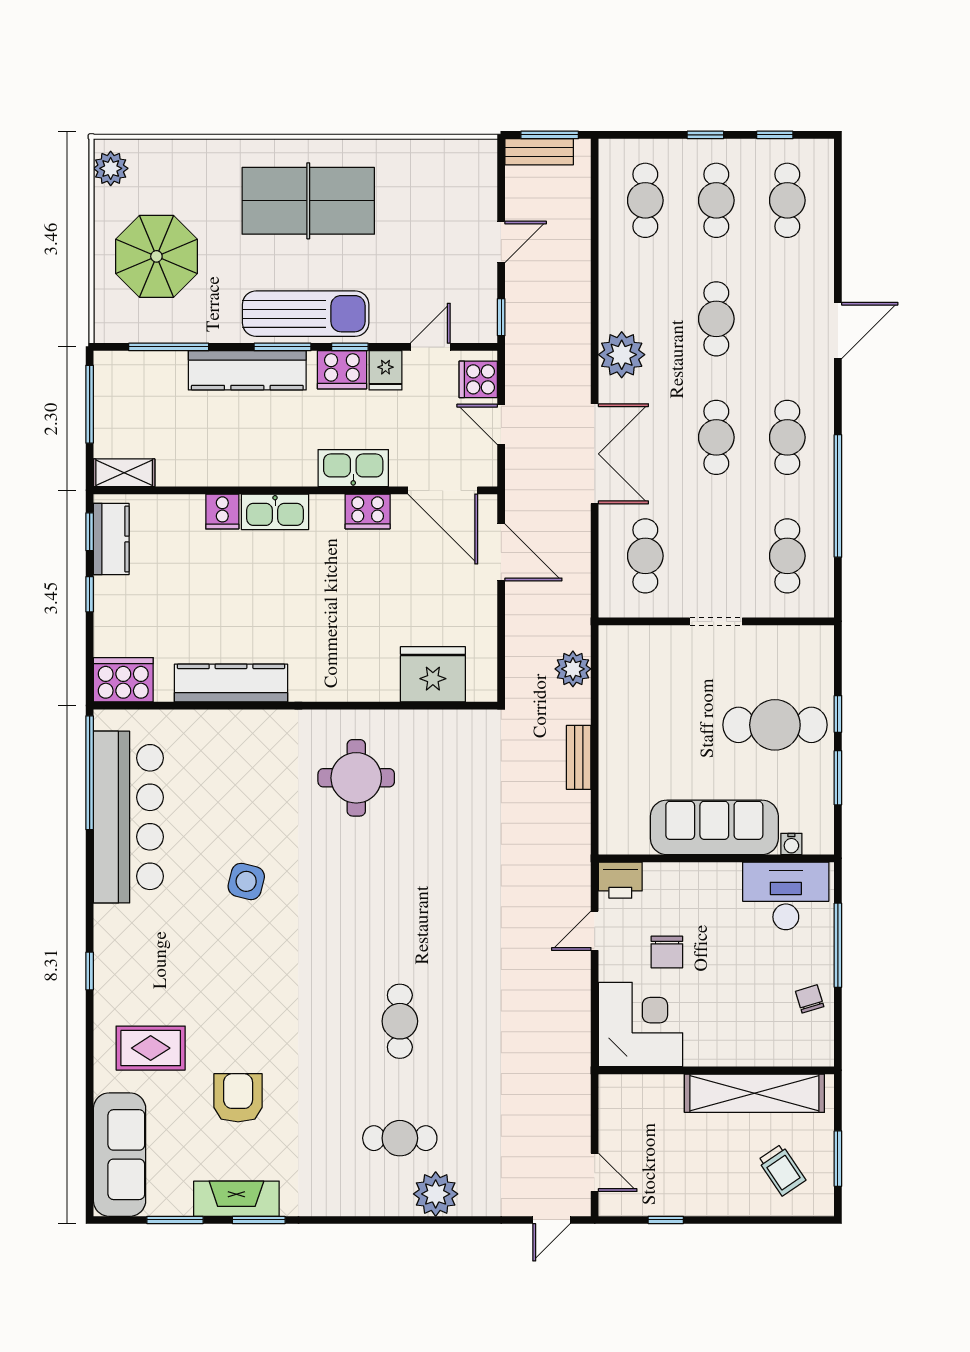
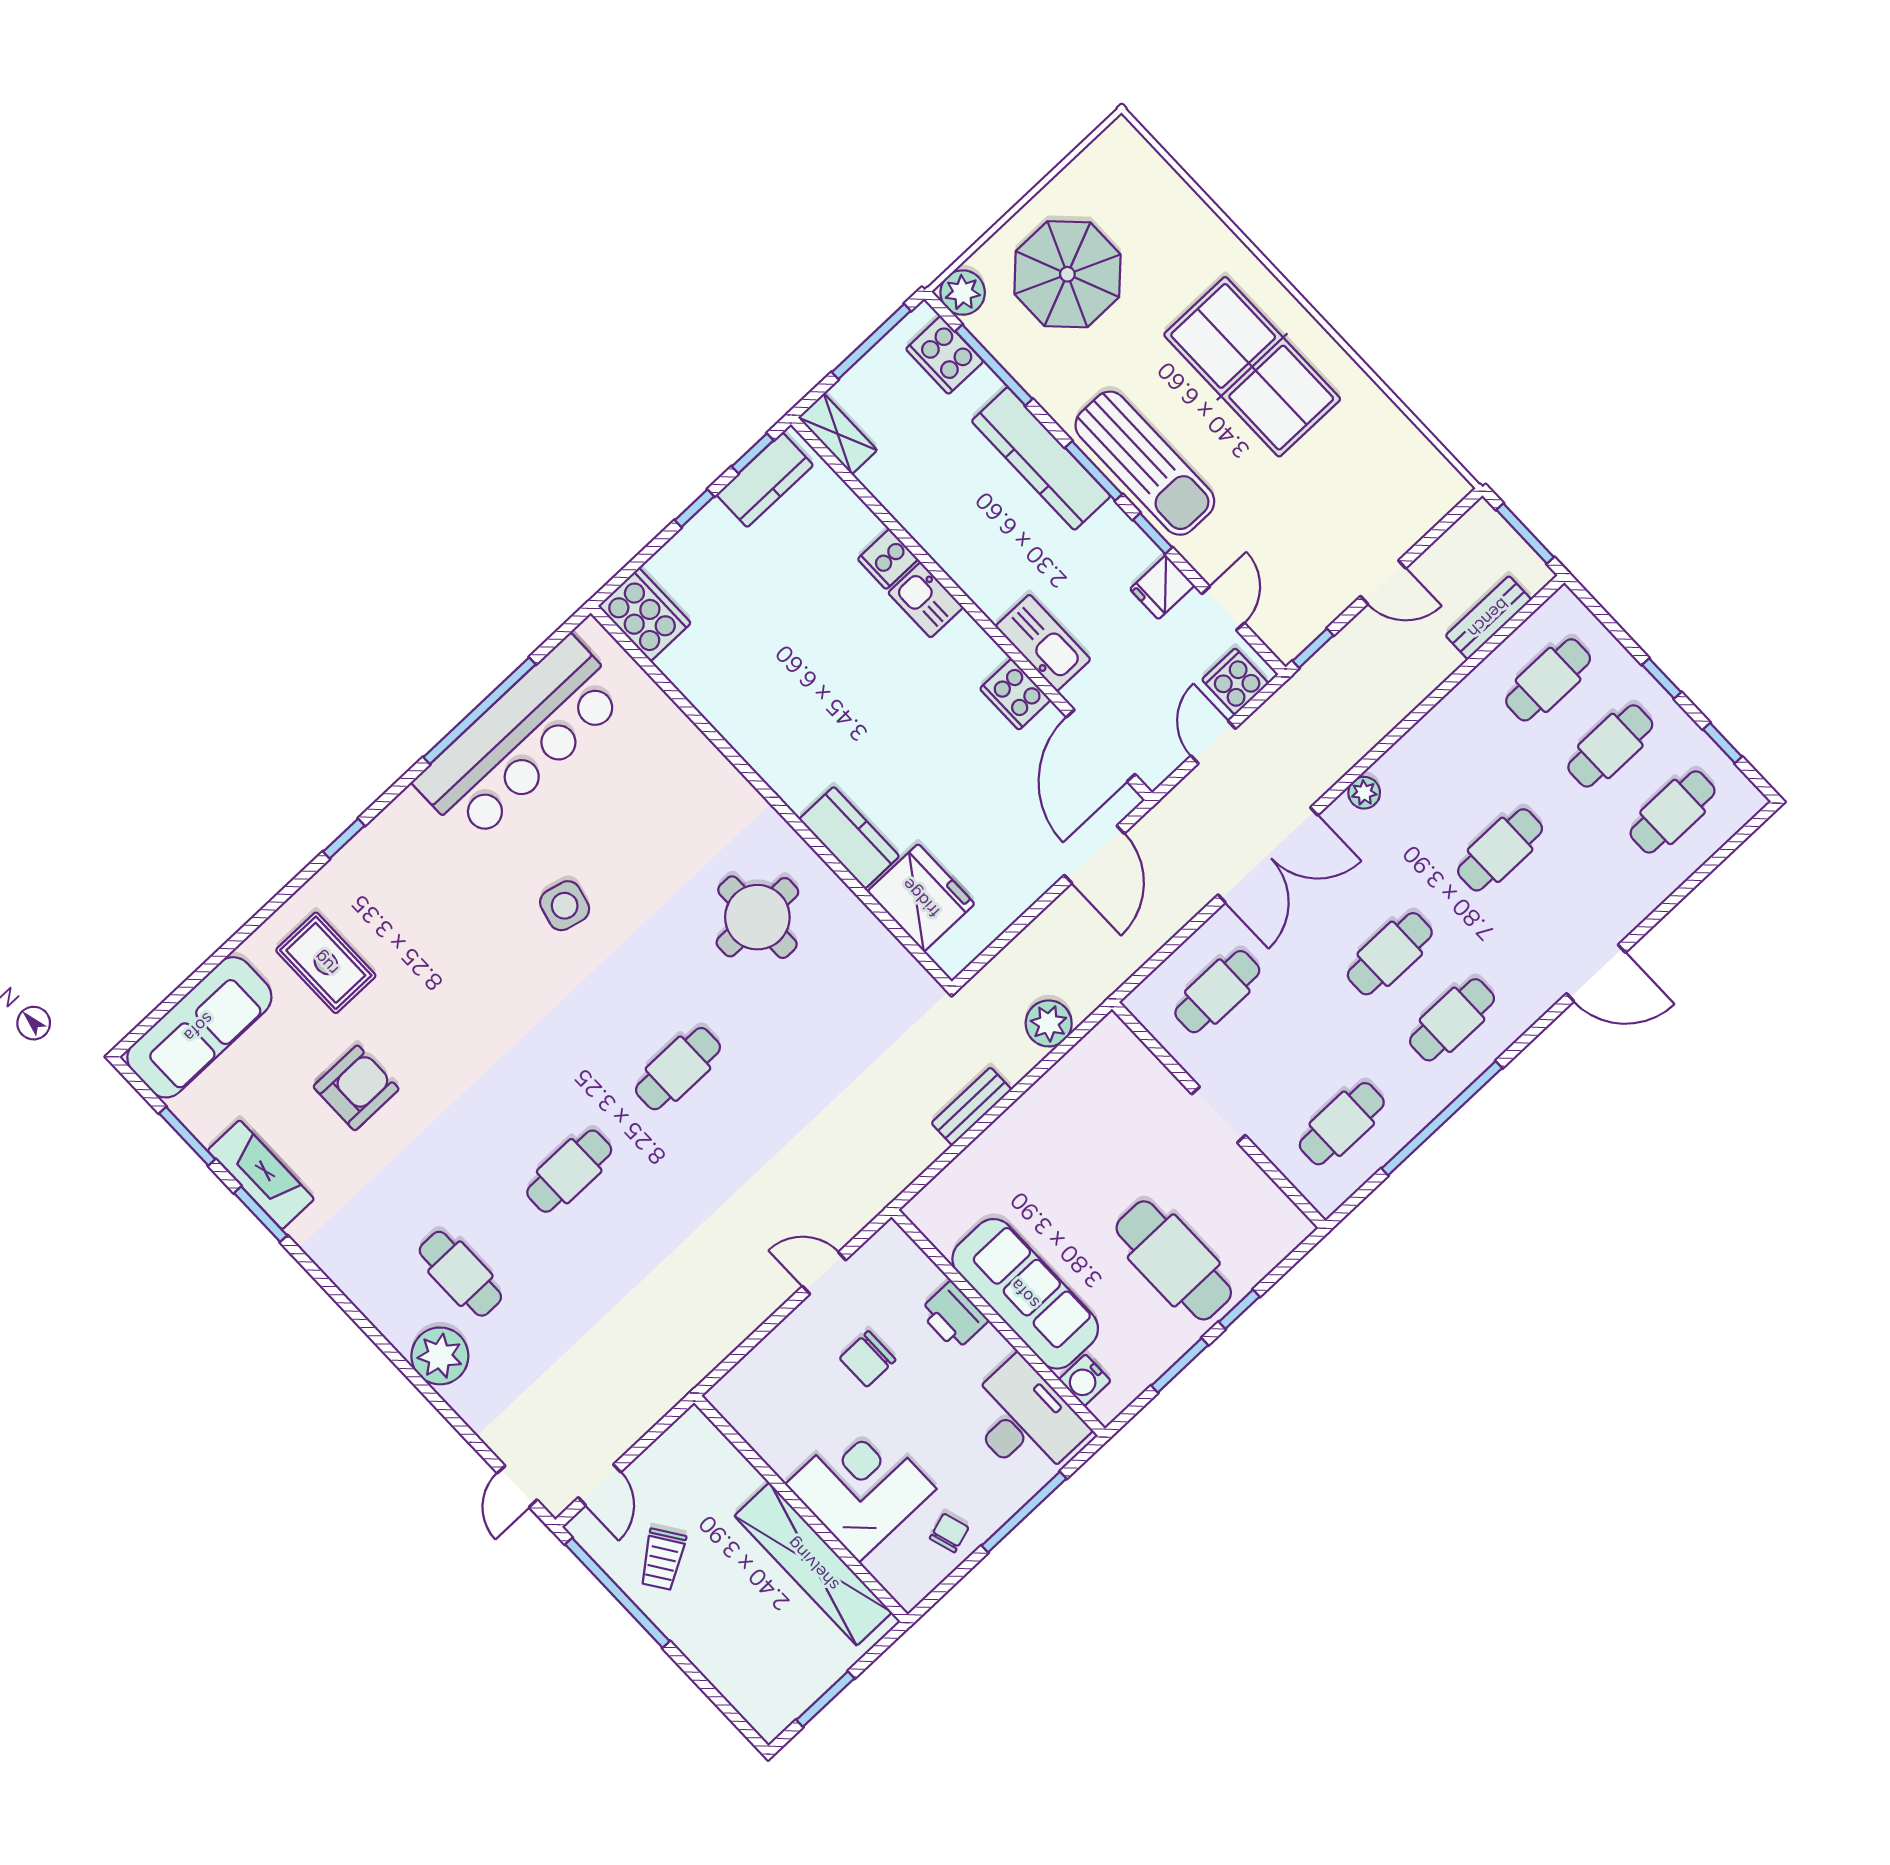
bench: (539, 152) -> (1488, 618), moved, turned 90
plant: (111, 168) -> (963, 293), moved
door: (430, 347) -> (1223, 608), hinge flipped
plant: (622, 355) -> (1364, 793), width x0.53, depth x0.53
cooker: (342, 370) -> (945, 355), moved
kitchen sink: (275, 512) -> (926, 600), width x0.73
kitchen counter: (231, 683) -> (849, 838), moved, width x0.67
window: (90, 773) -> (479, 711), moved
water cooler: (791, 844) -> (1085, 1380), width x1.38, depth x1.38
printer: (620, 880) -> (953, 1316), moved
cafe table: (400, 904) -> (678, 1069), added
corner desk: (641, 1024) -> (861, 1487), moved, turned -90
trolley: (782, 1170) -> (663, 1559), moved
door: (551, 1220) -> (517, 1486), hinge flipped
window: (666, 1220) -> (617, 1593), width x3.17

